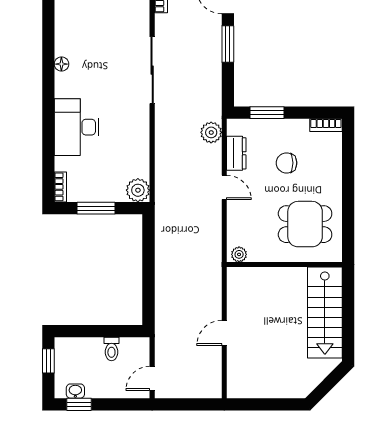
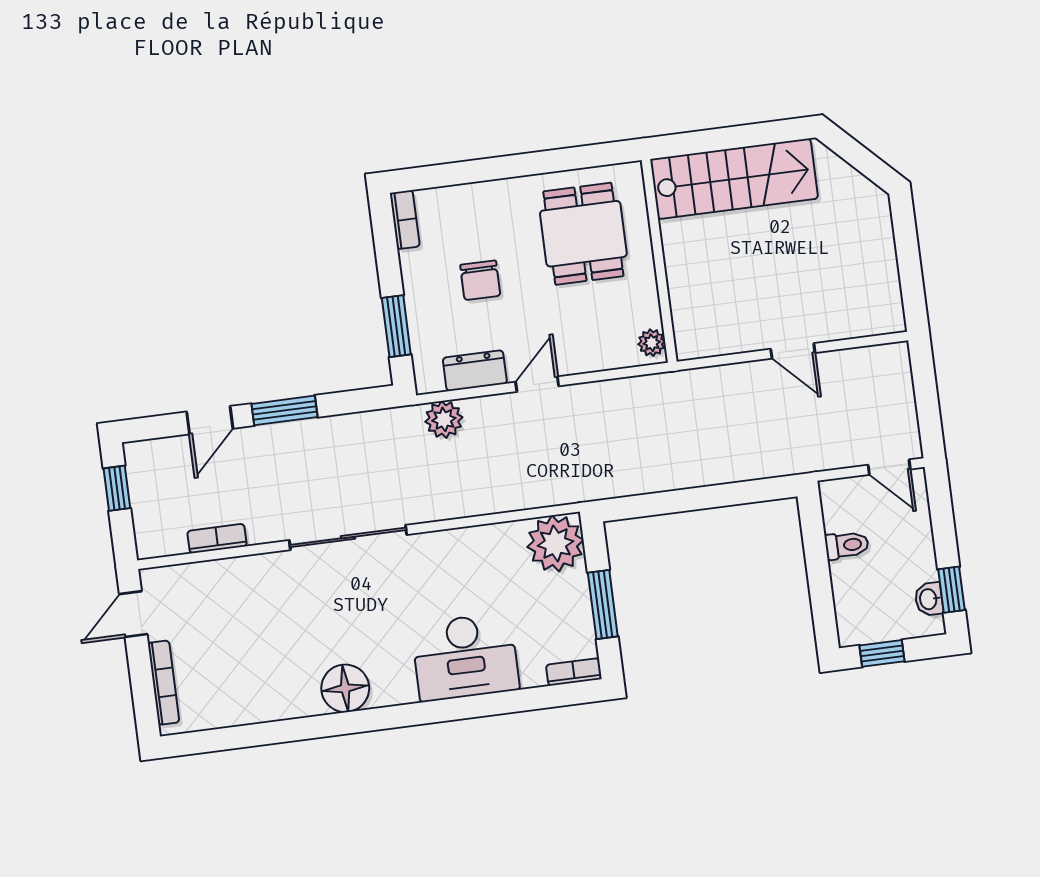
floor lamp: (61, 64) -> (345, 688), width x1.89, depth x1.89
plant: (138, 190) -> (555, 543), width x1.36, depth x1.36

